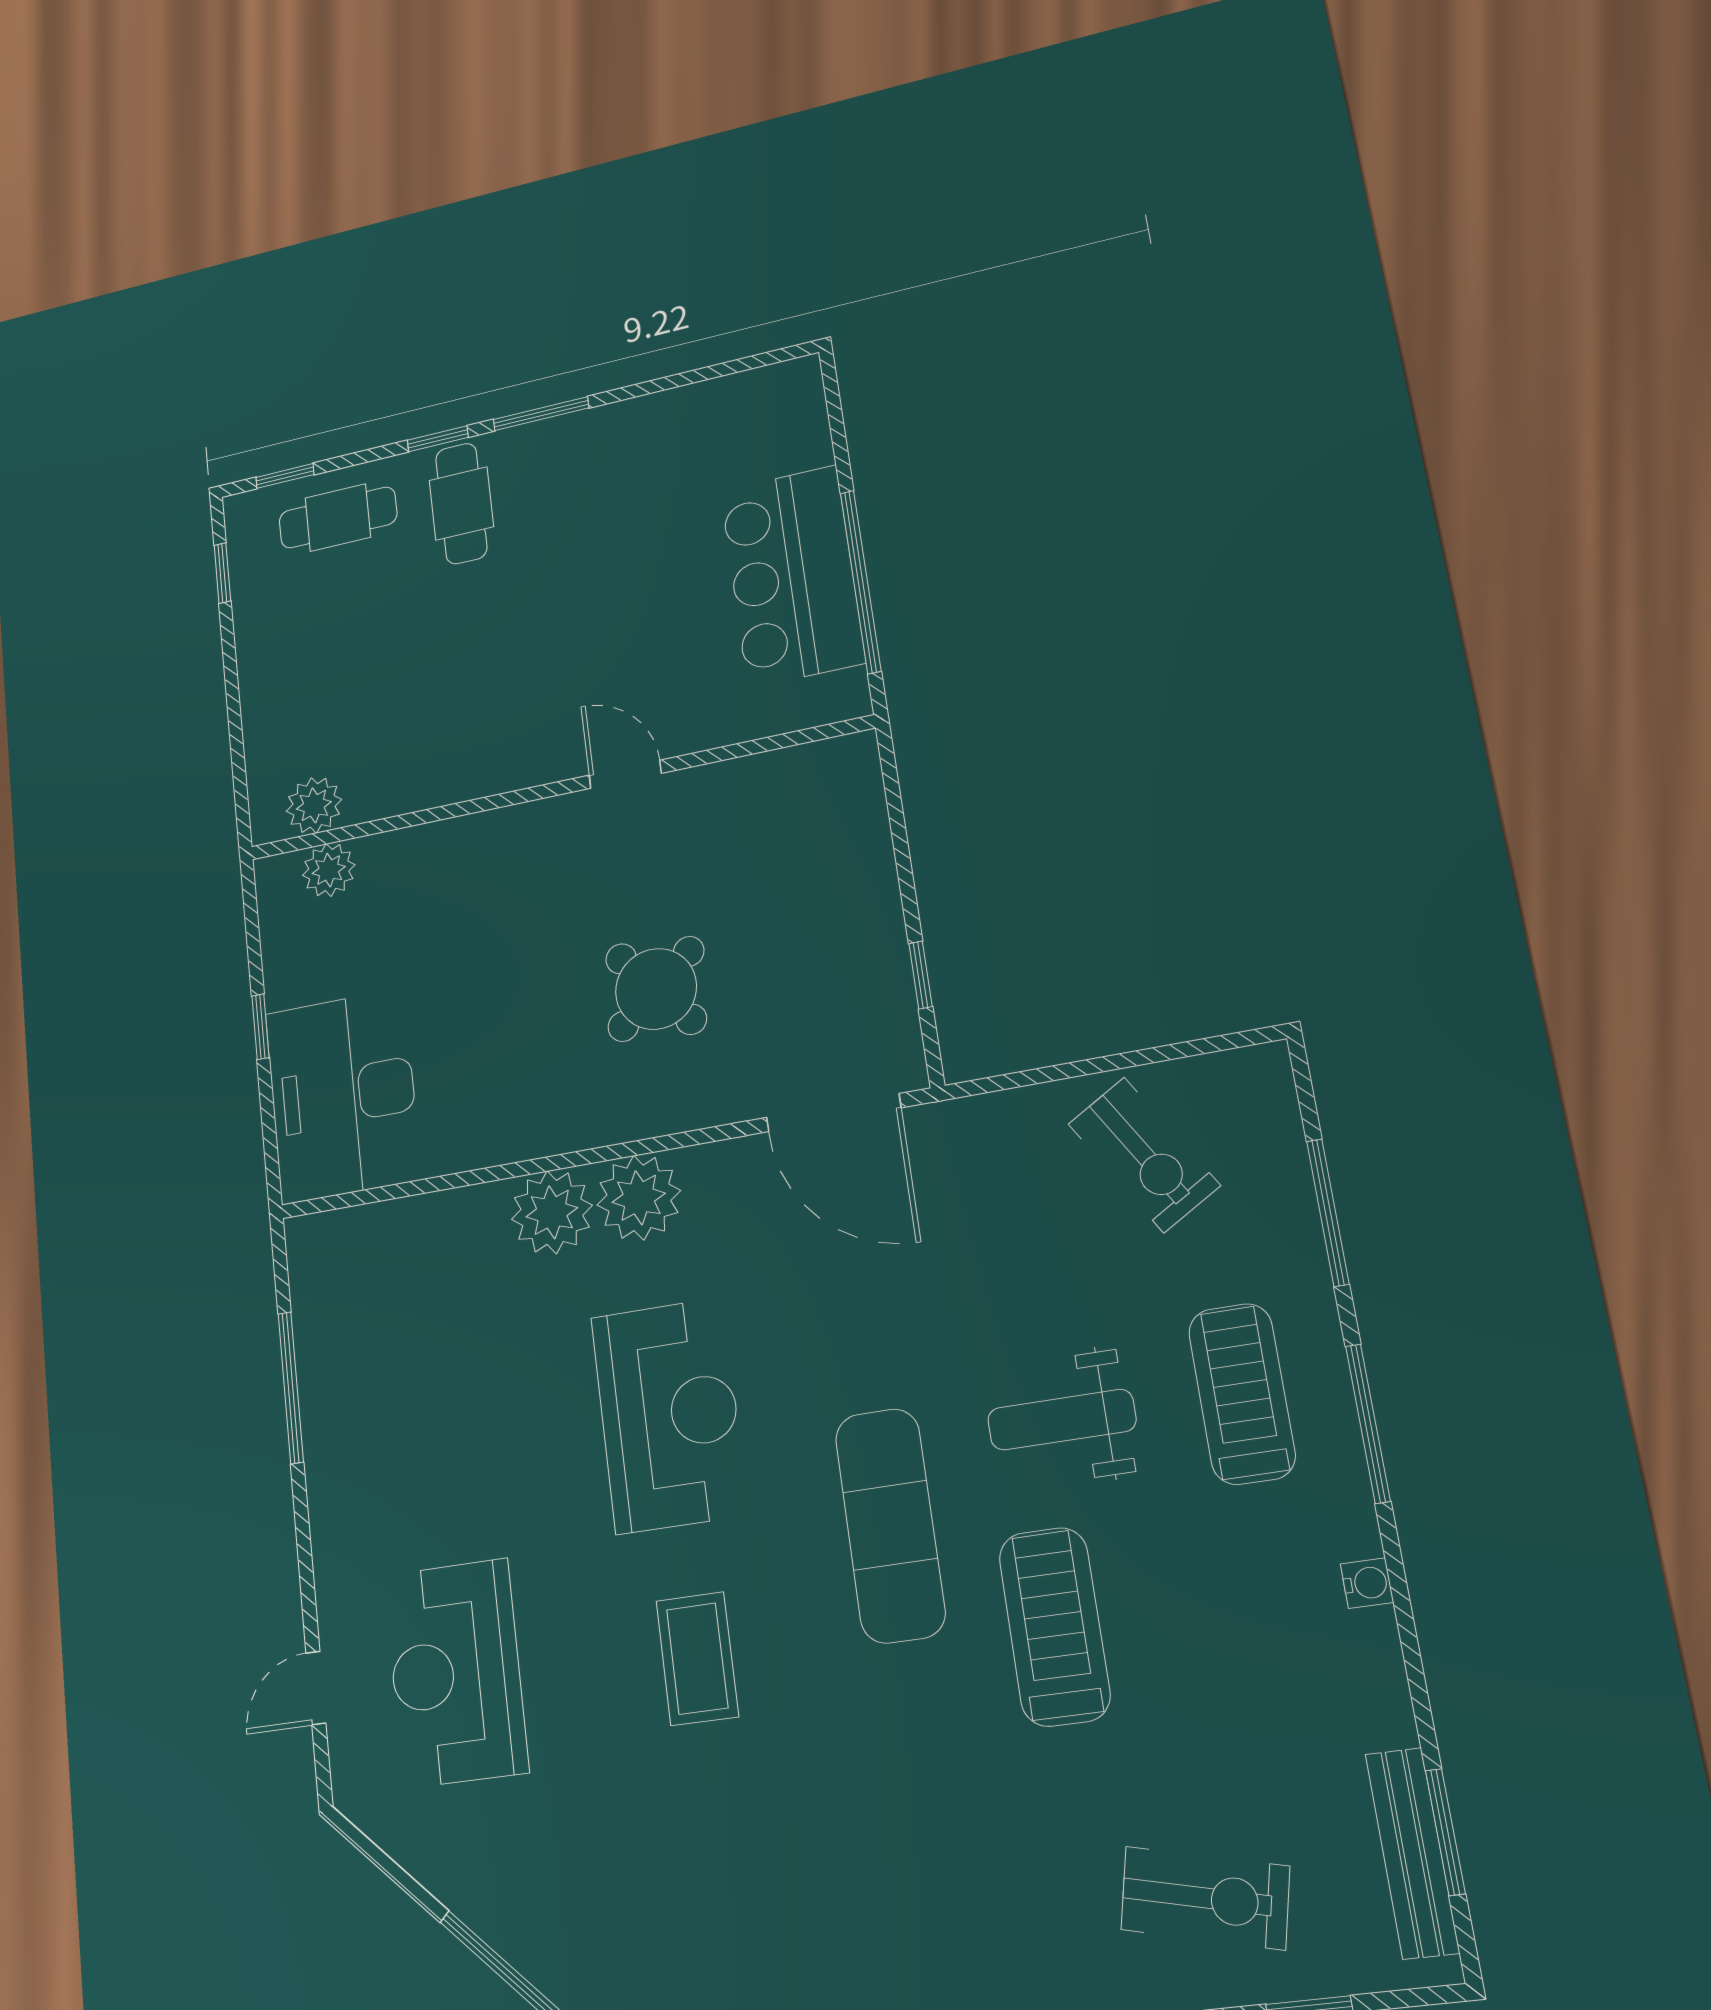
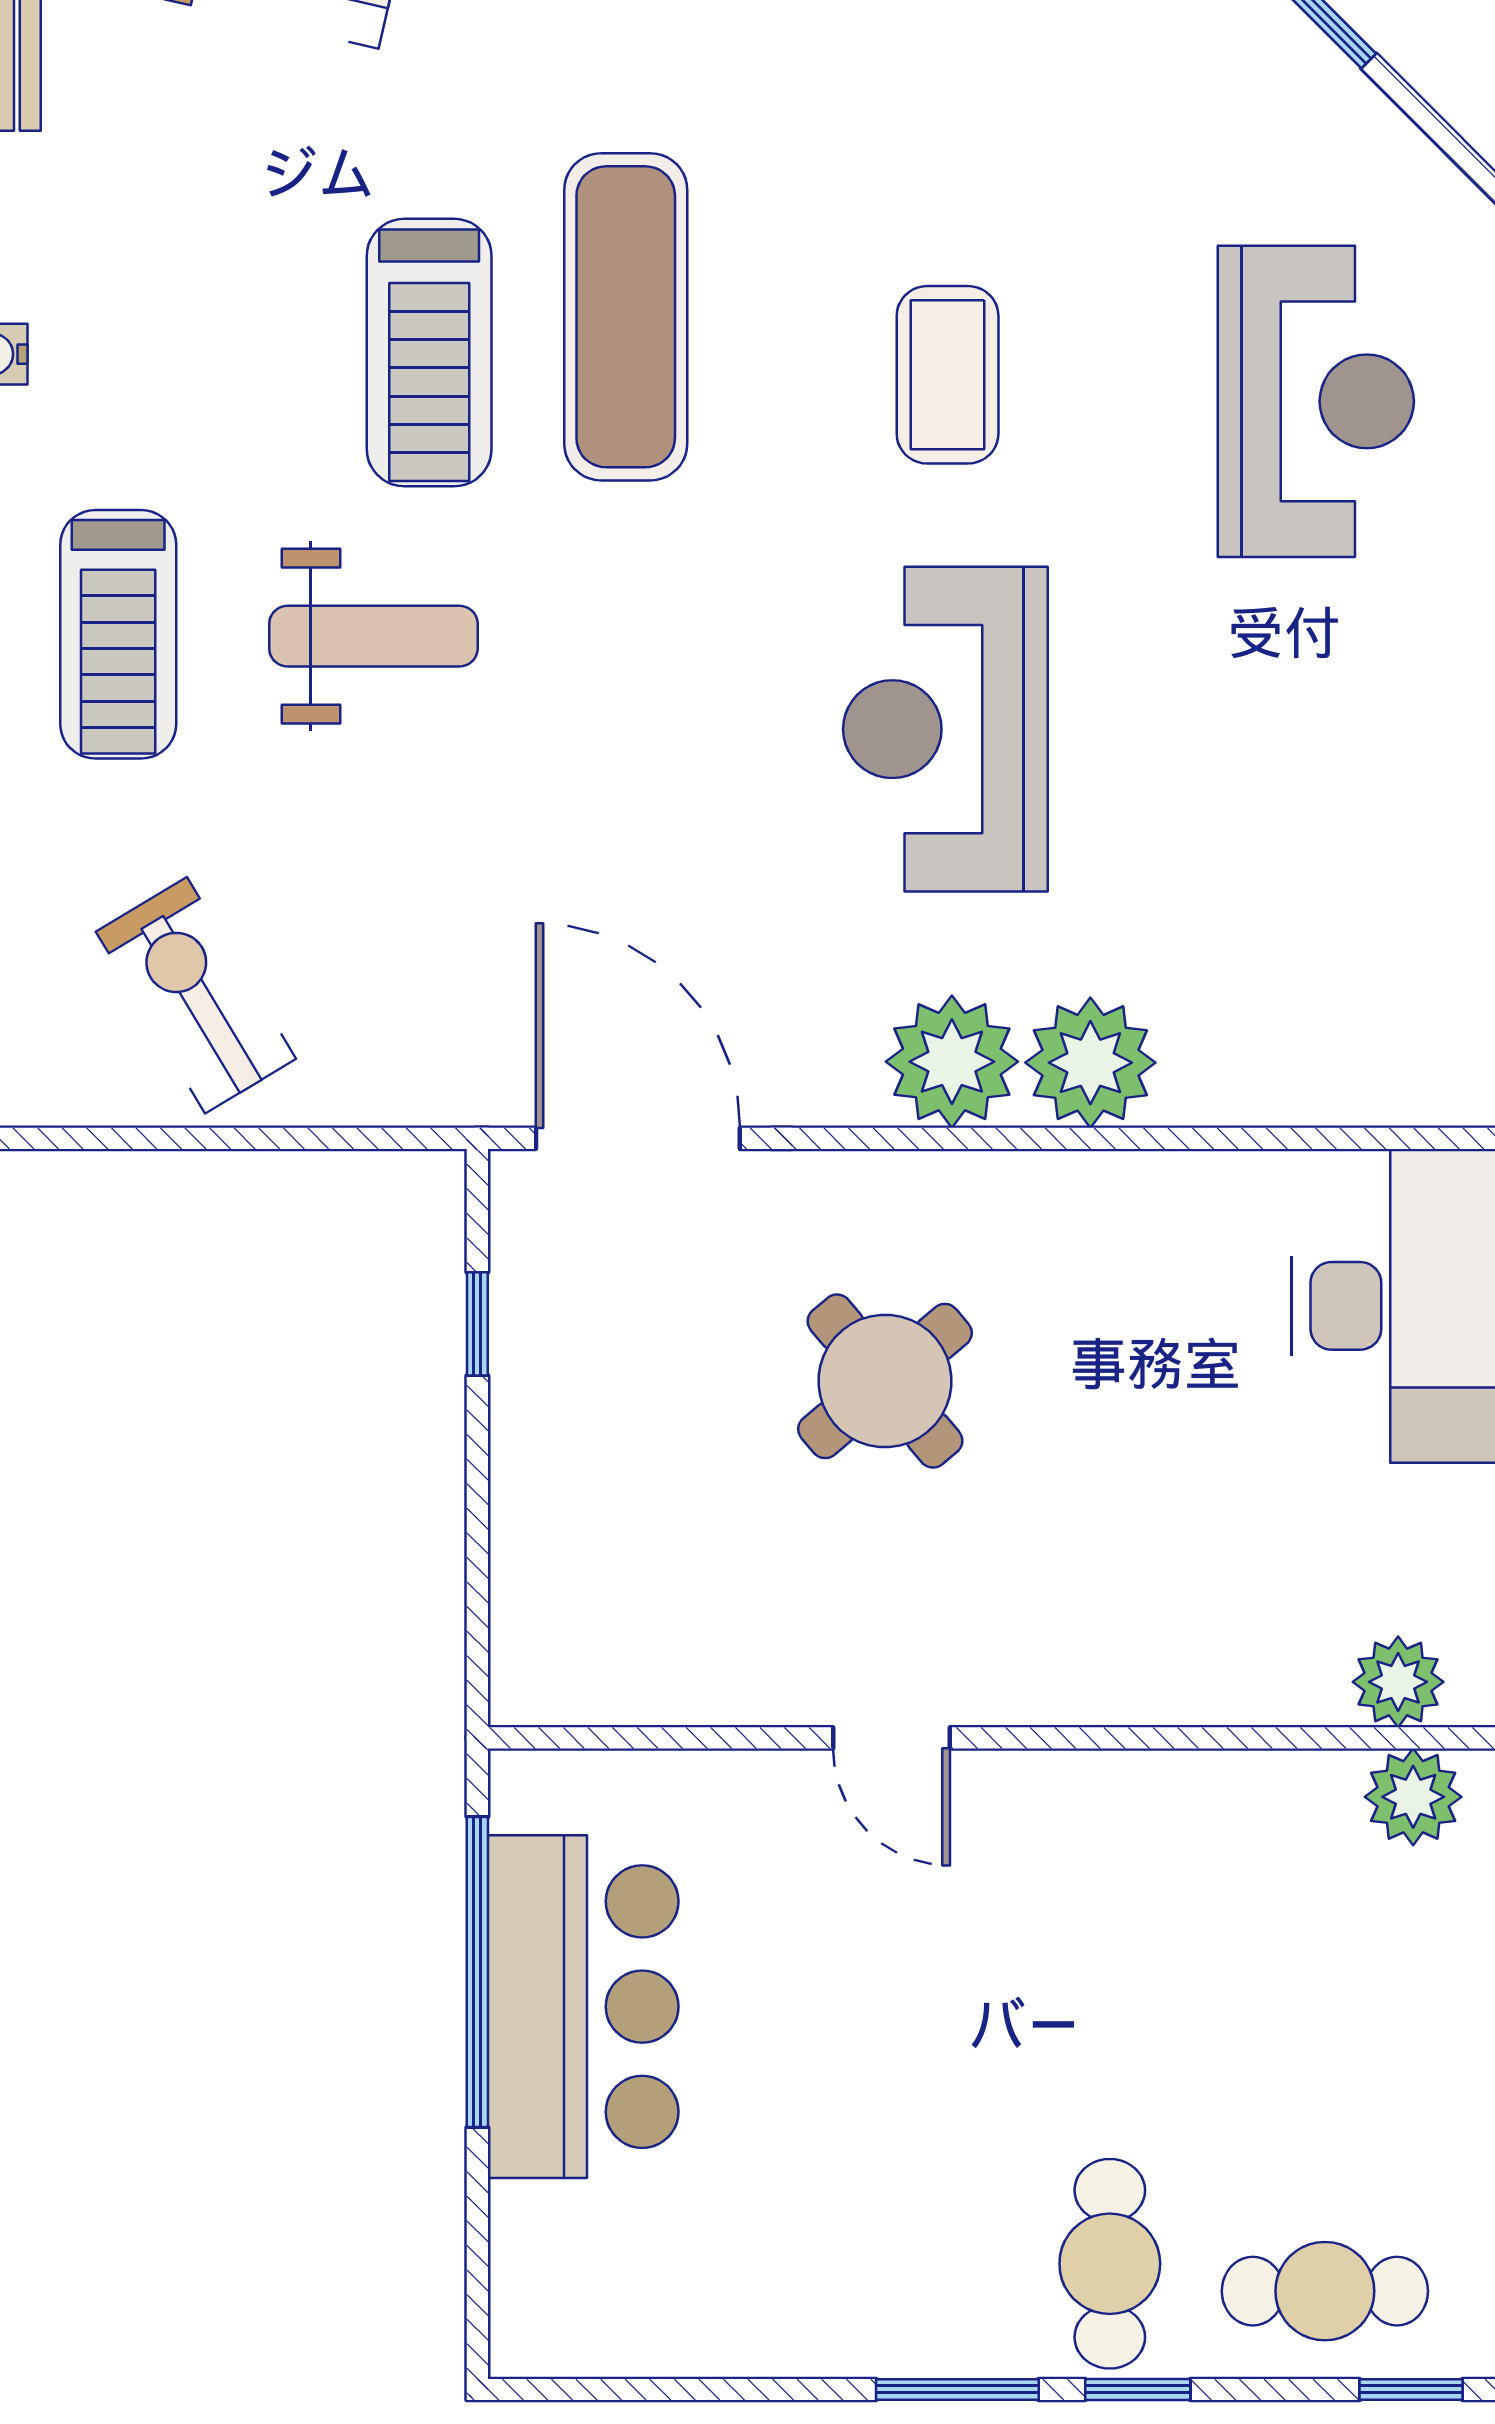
exercise mat: (890, 1525) -> (626, 317), moved

